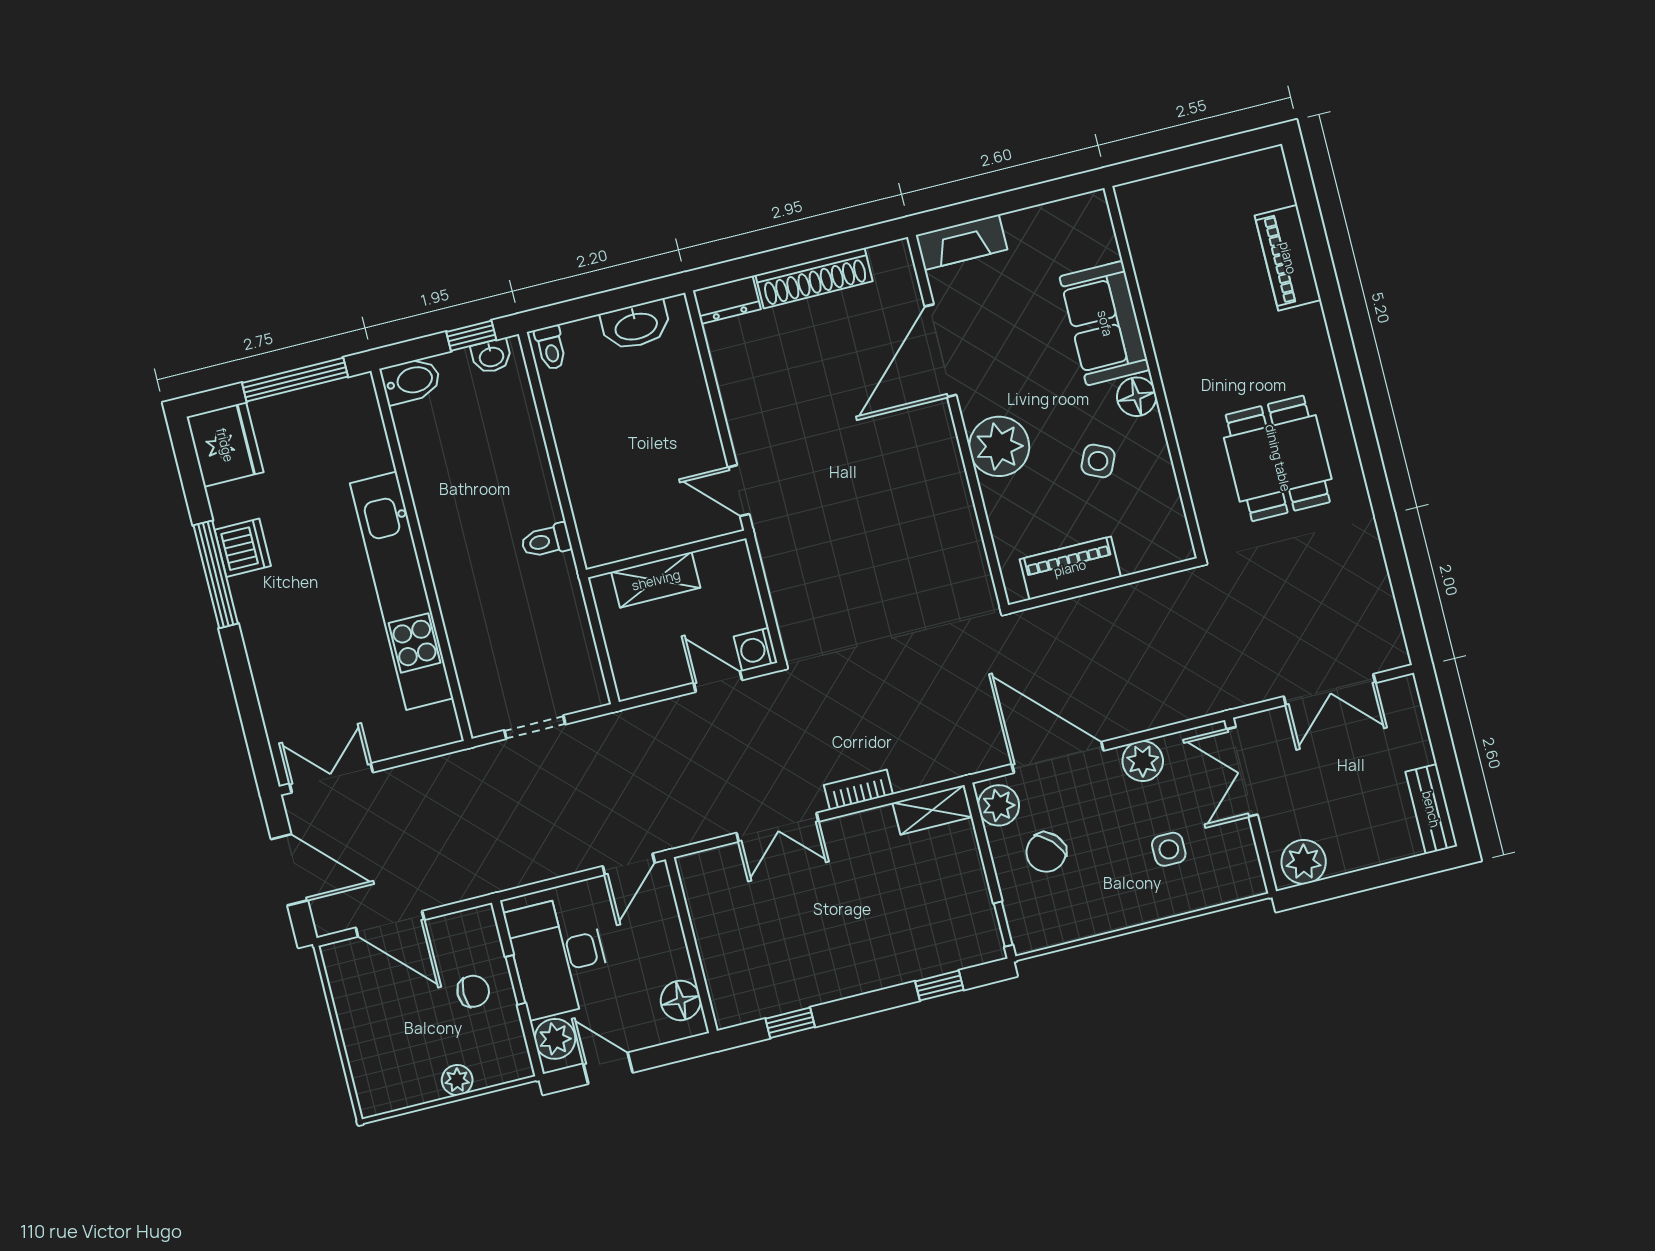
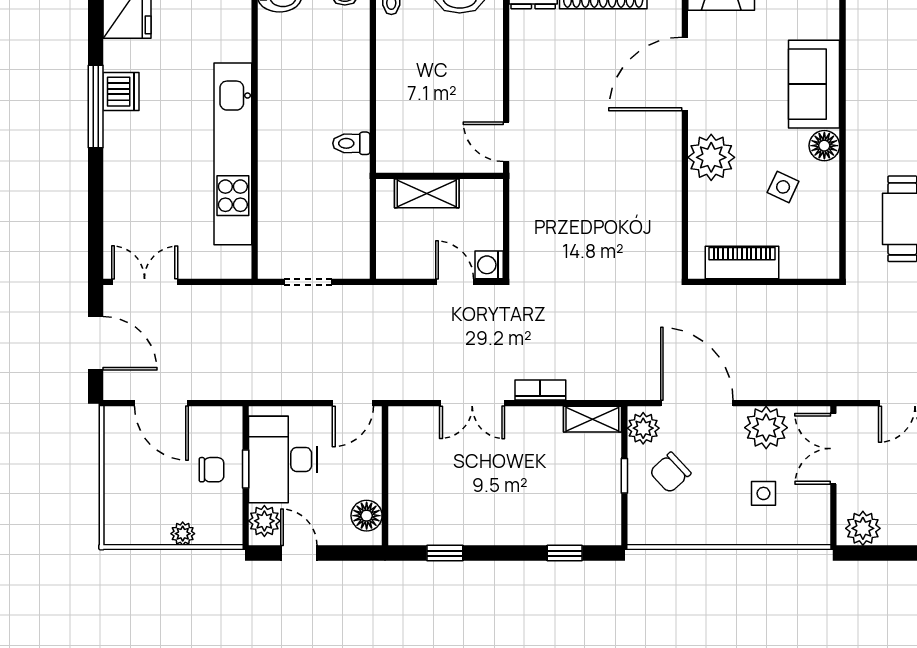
plant: (1143, 761) -> (766, 428), width x1.36, depth x1.36
window: (1003, 924) -> (624, 476), moved

